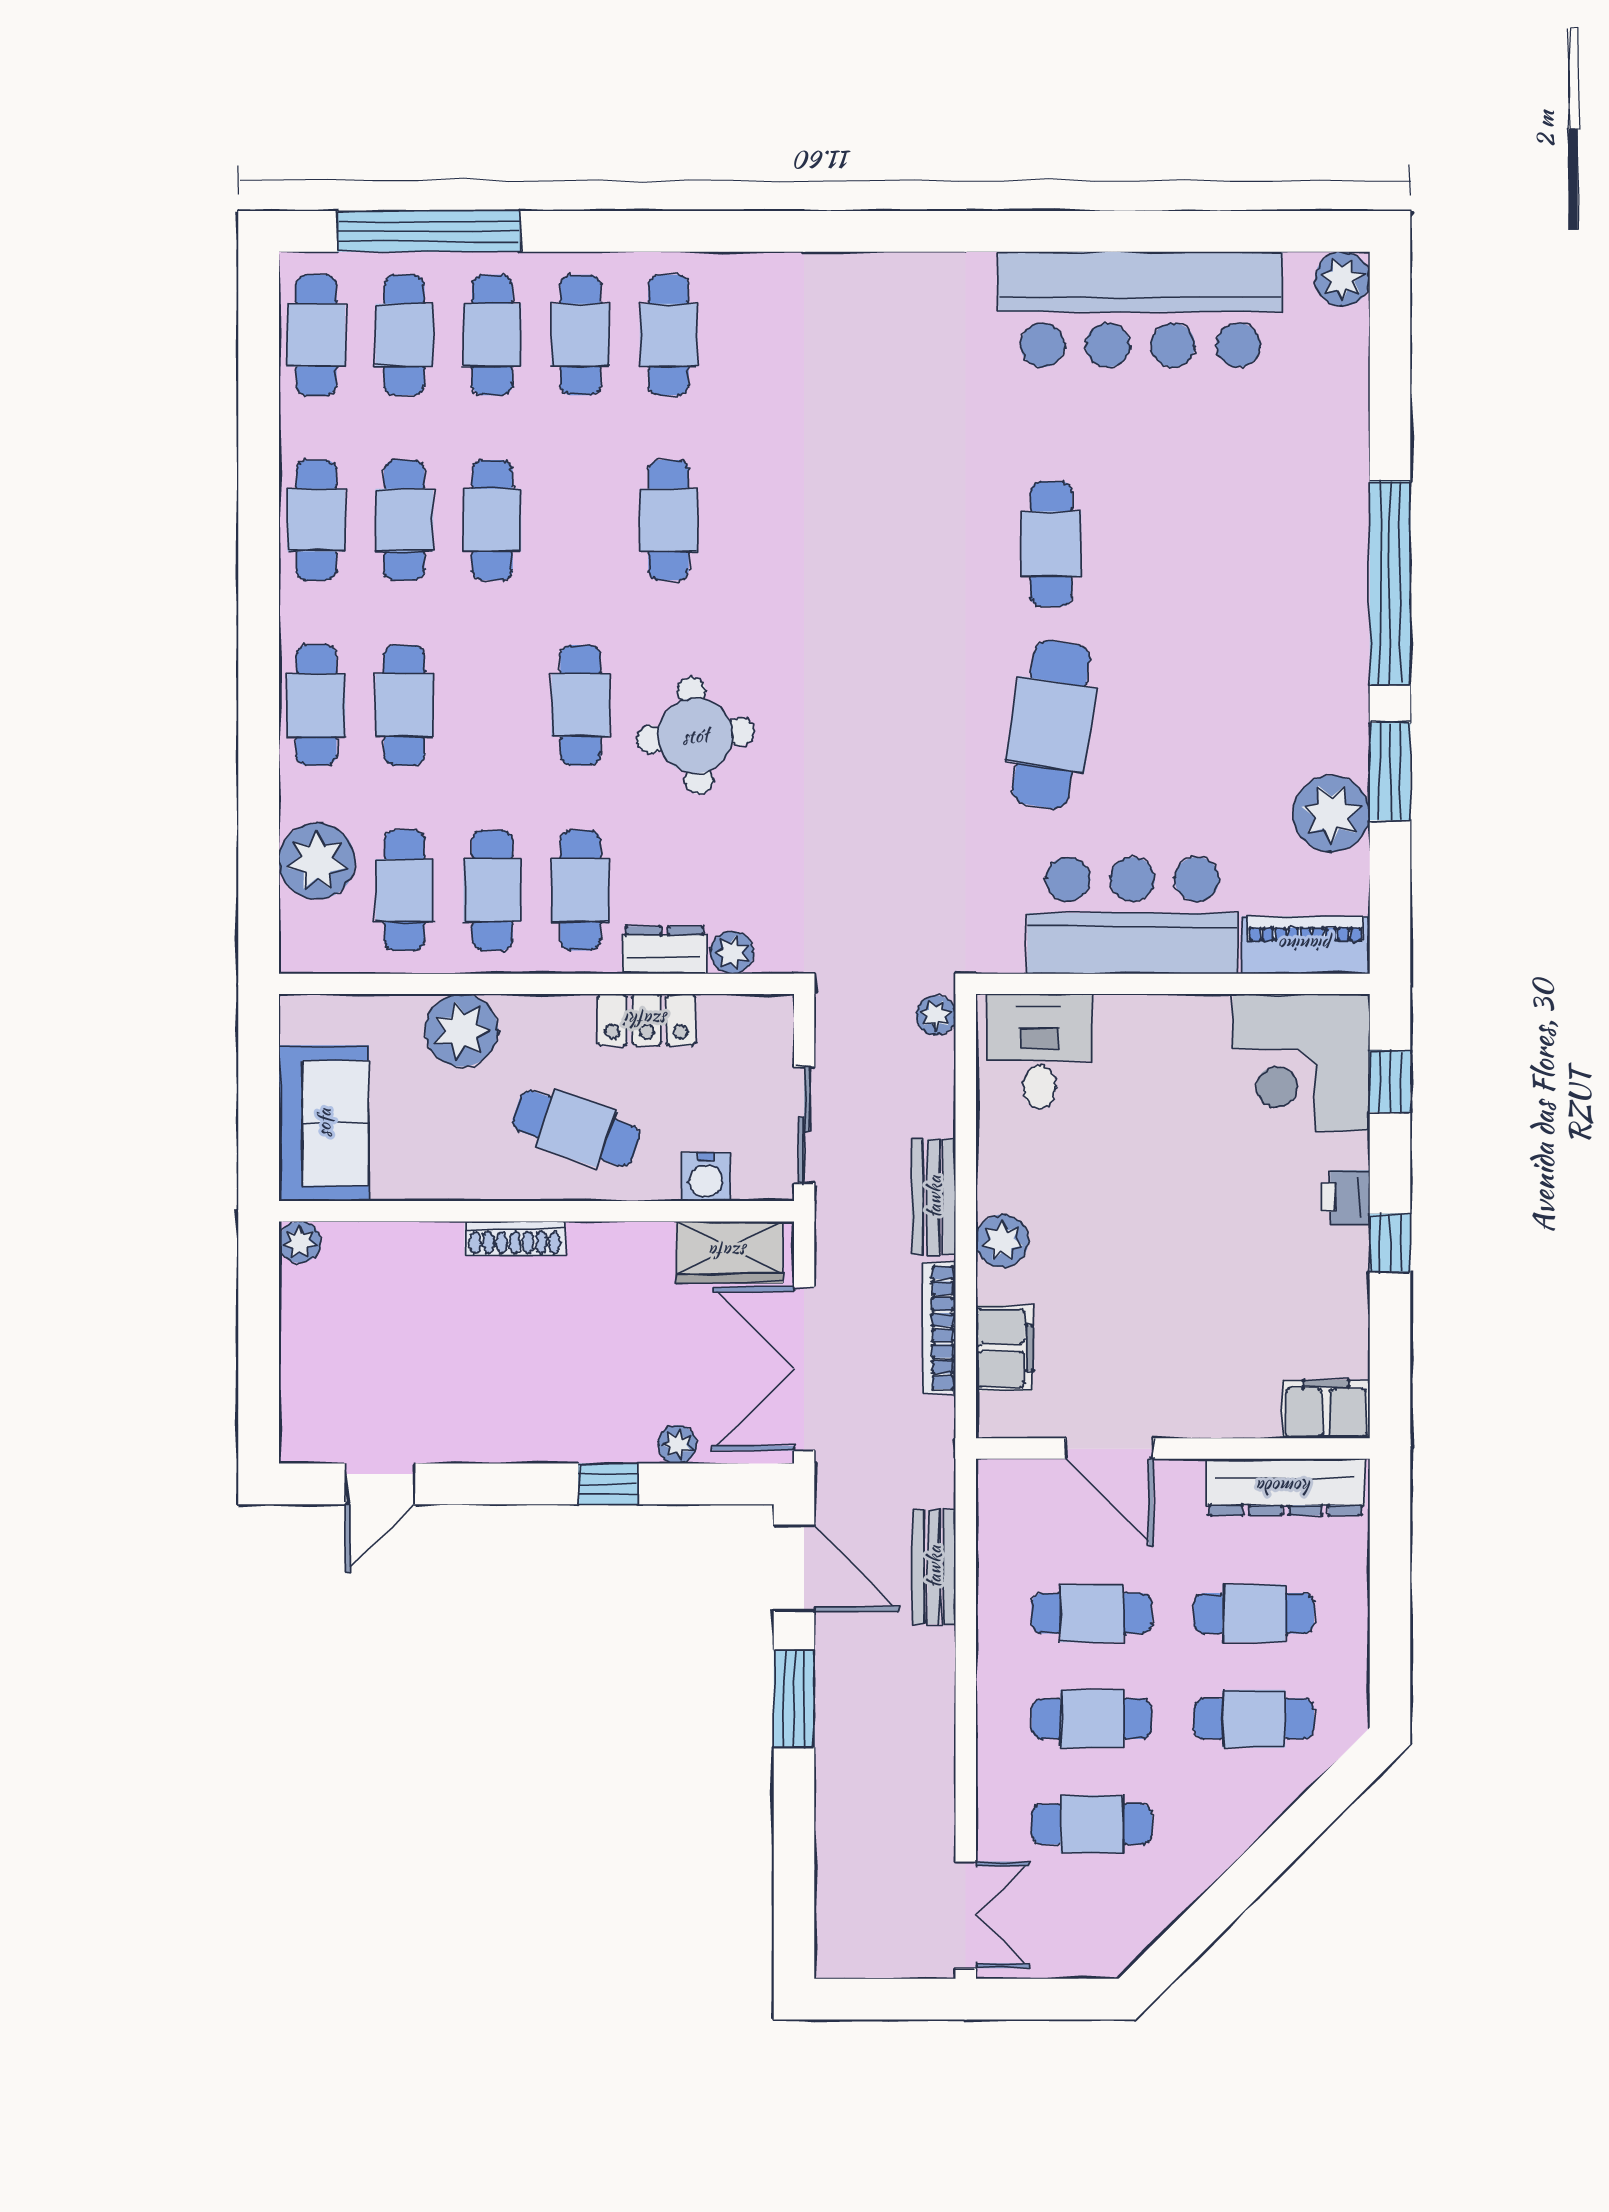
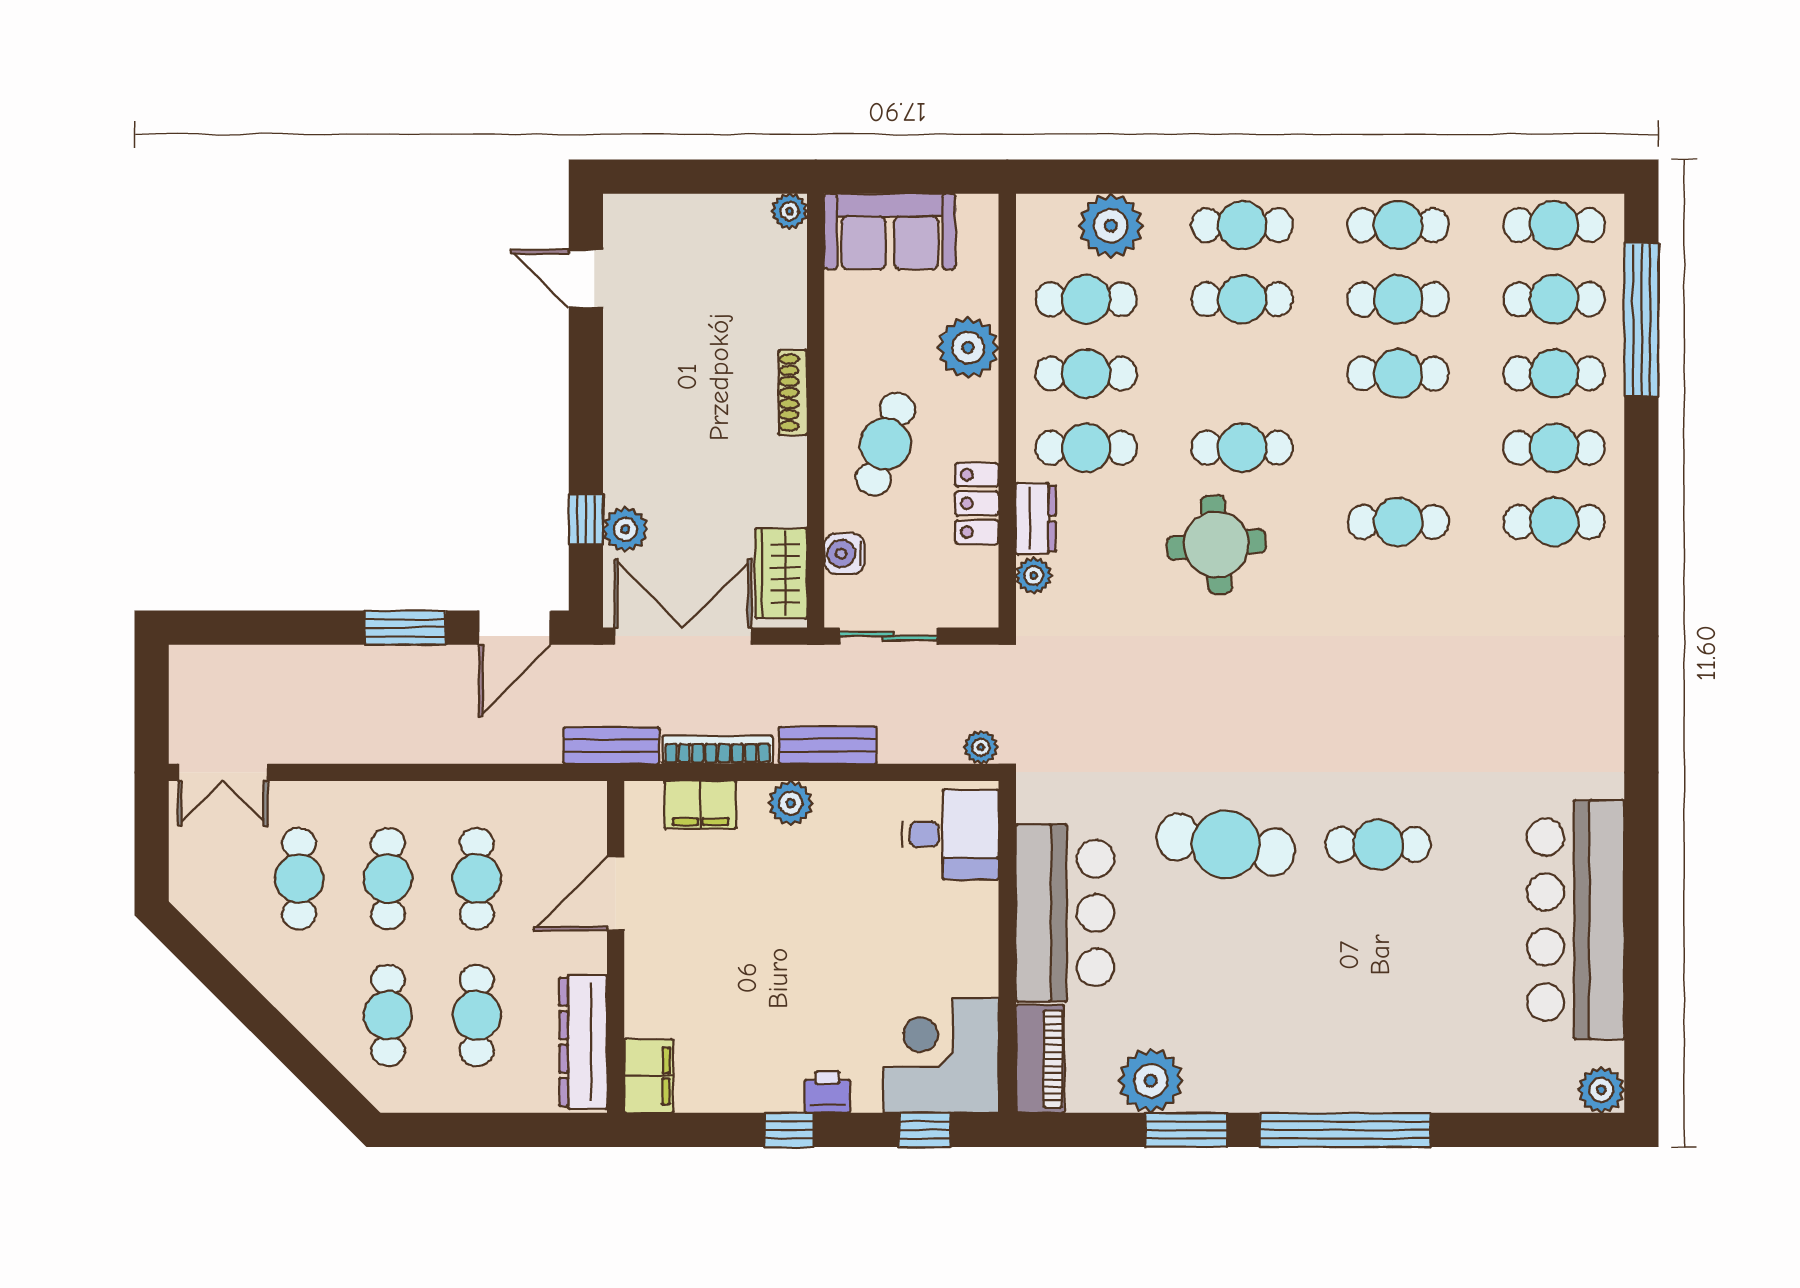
plant: (677, 1444) -> (625, 529), width x1.38, depth x1.38
window: (608, 1484) -> (586, 519), moved
bench: (934, 1567) -> (611, 746), moved

